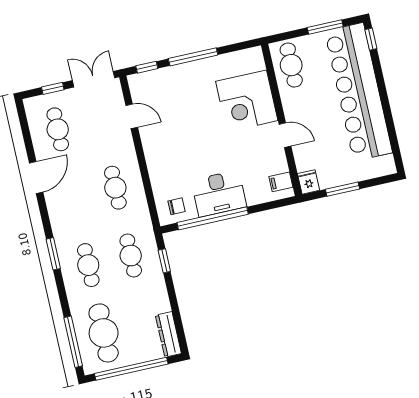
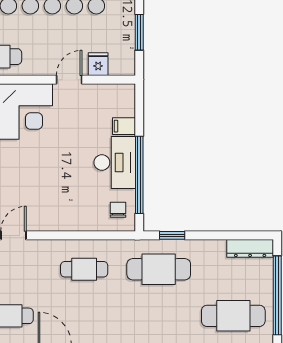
filing cabinet: (281, 182) -> (124, 126), moved, turned 90
fridge: (309, 182) -> (98, 64), moved, turned 90
cafe table: (131, 256) -> (159, 269), width x1.37, depth x1.35
cafe table: (88, 265) -> (159, 316), removed

